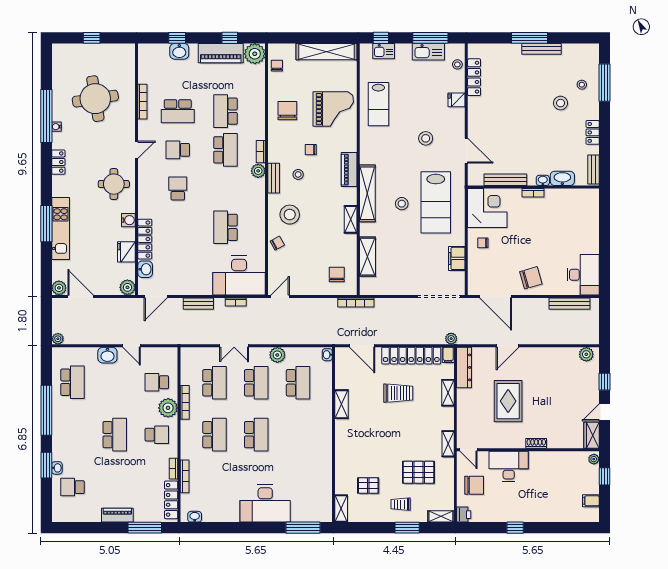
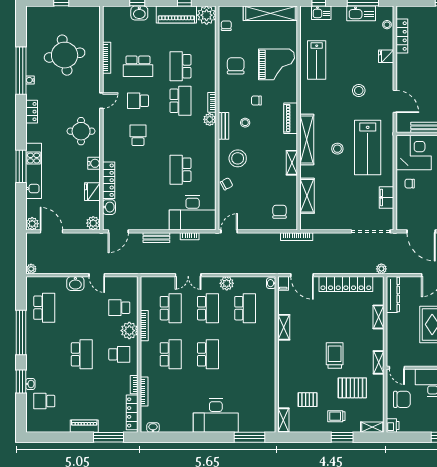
filing cabinet: (448, 355) -> (283, 283), moved
trolley: (398, 393) -> (335, 356), moved, turned -90

